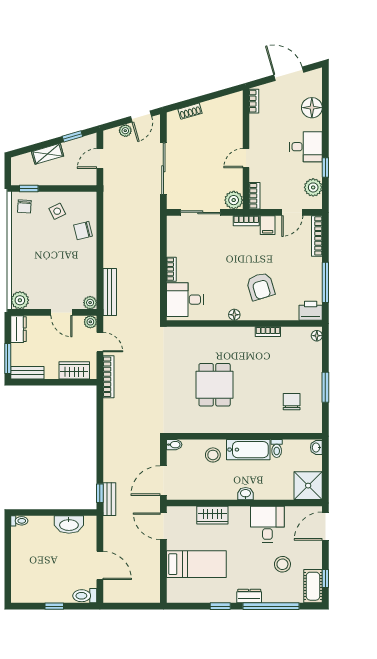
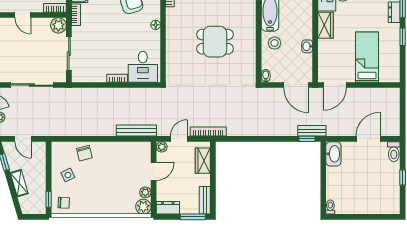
plant: (90, 303) -> (145, 192), moved
washbasin: (246, 494) -> (307, 46), moved
wardrobe: (212, 515) -> (325, 25), moved
washbasin: (69, 525) -> (333, 154), moved

